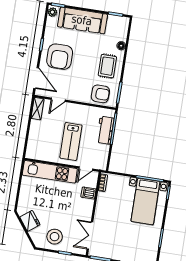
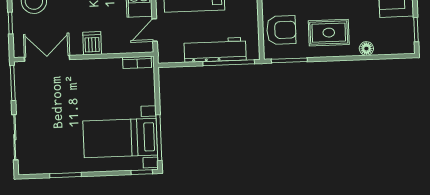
armchair: (100, 94) -> (281, 30), turned -91
workbench: (105, 130) -> (215, 50), width x1.38
door: (86, 169) -> (155, 30), hinge flipped
dishwasher: (88, 193) -> (92, 43), moved

